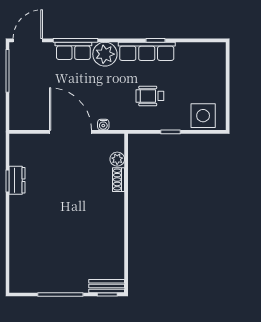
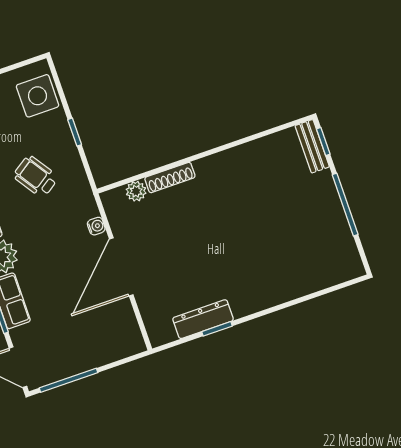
wheelchair: (150, 96) -> (36, 177), turned 146
dresser: (17, 180) -> (203, 319), width x1.44
shoe rack: (119, 180) -> (170, 177), width x1.43

